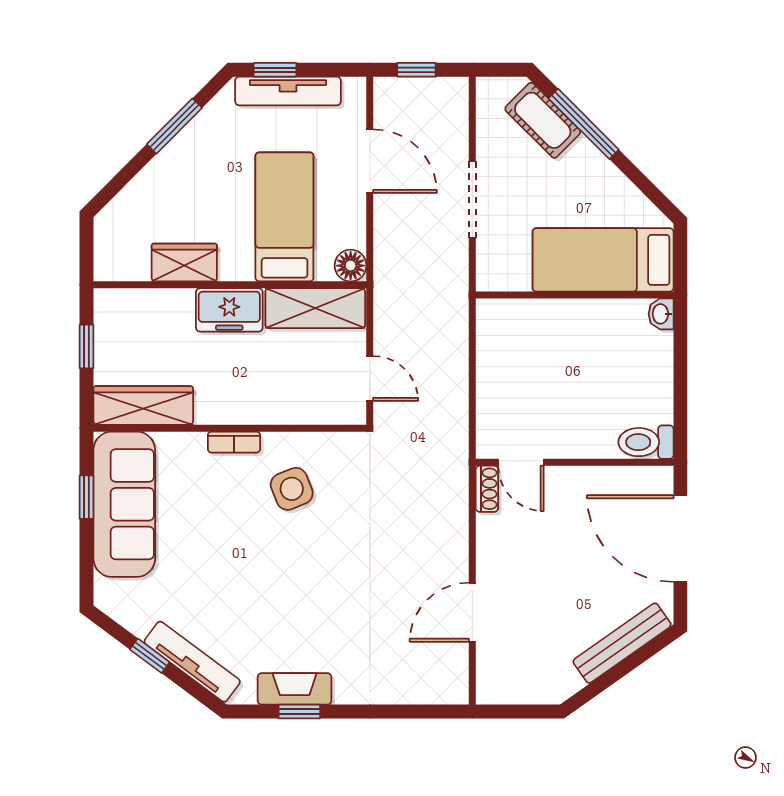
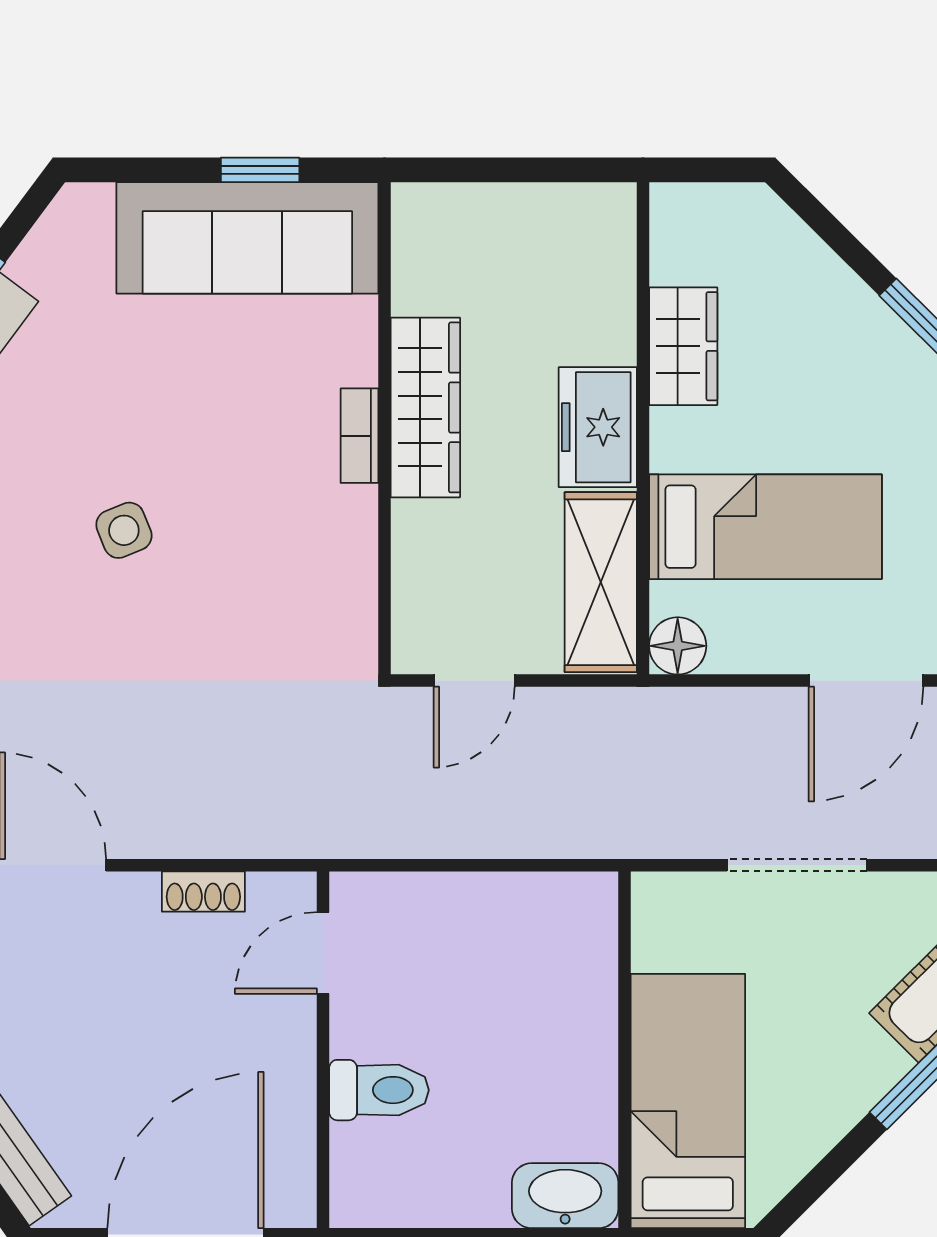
washbasin: (661, 314) -> (565, 1196), width x1.91, depth x1.45
window: (87, 346) -> (532, 170), removed
wardrobe: (143, 405) -> (425, 407), moved
toilet: (646, 442) -> (379, 1090), moved, turned 90
side table: (292, 489) -> (124, 530), moved, width x0.73, depth x0.73
shoe rack: (487, 489) -> (203, 891), moved

